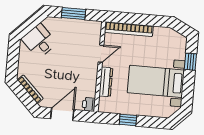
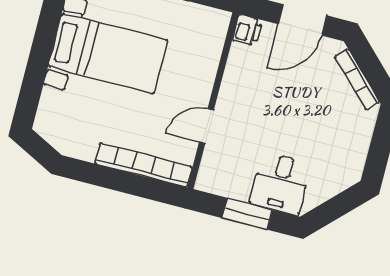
desk: (39, 41) -> (280, 183), moved, turned 45
window: (190, 62) -> (33, 81), removed
dresser: (106, 82) -> (206, 69), removed

